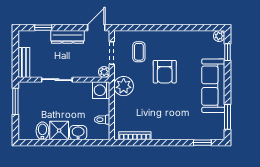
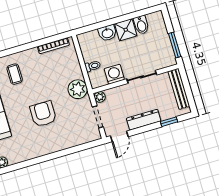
coffee table: (139, 52) -> (15, 74), moved
bench: (24, 63) -> (179, 89), width x1.36
washing machine: (101, 90) -> (114, 74), moved, turned -90
toilet: (102, 120) -> (93, 66), moved

